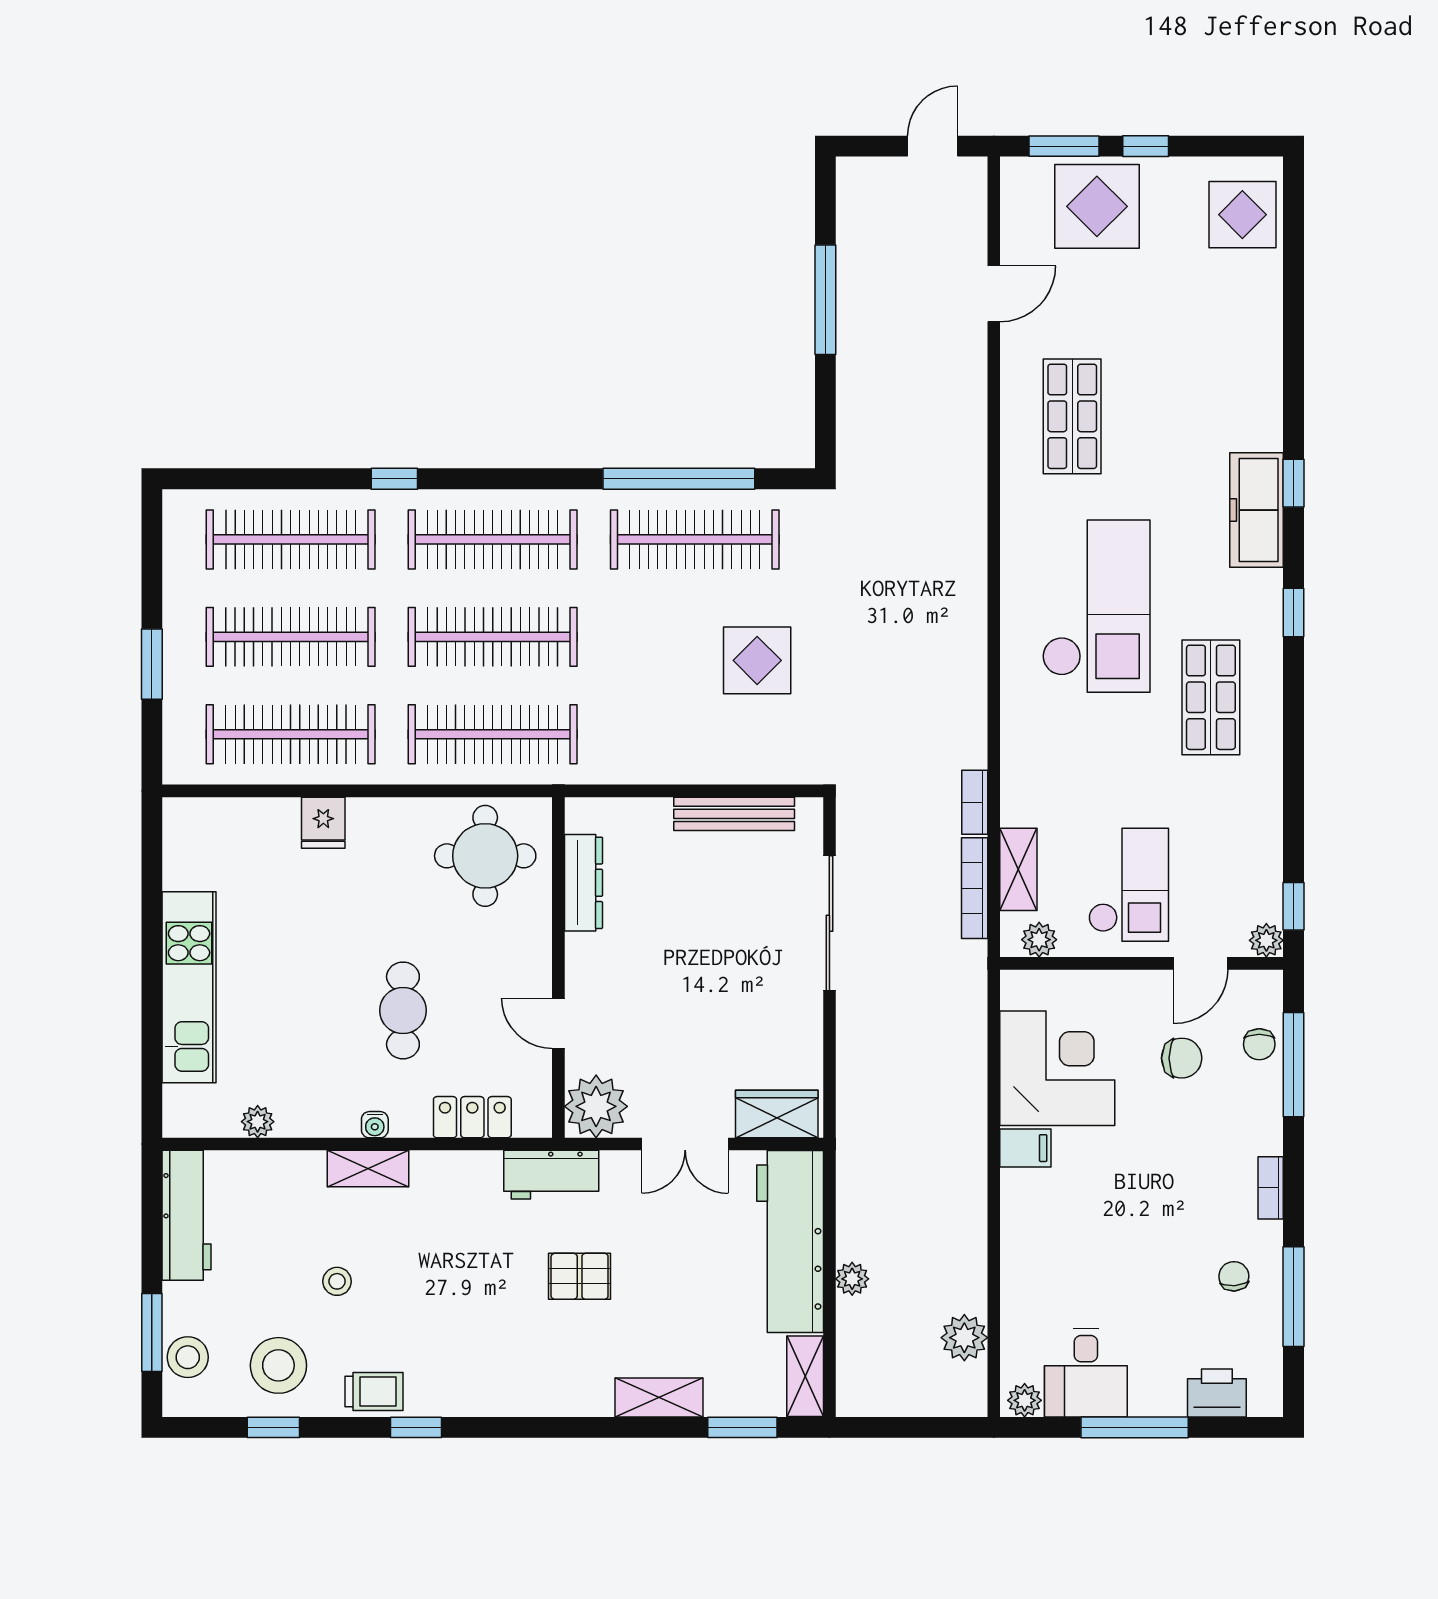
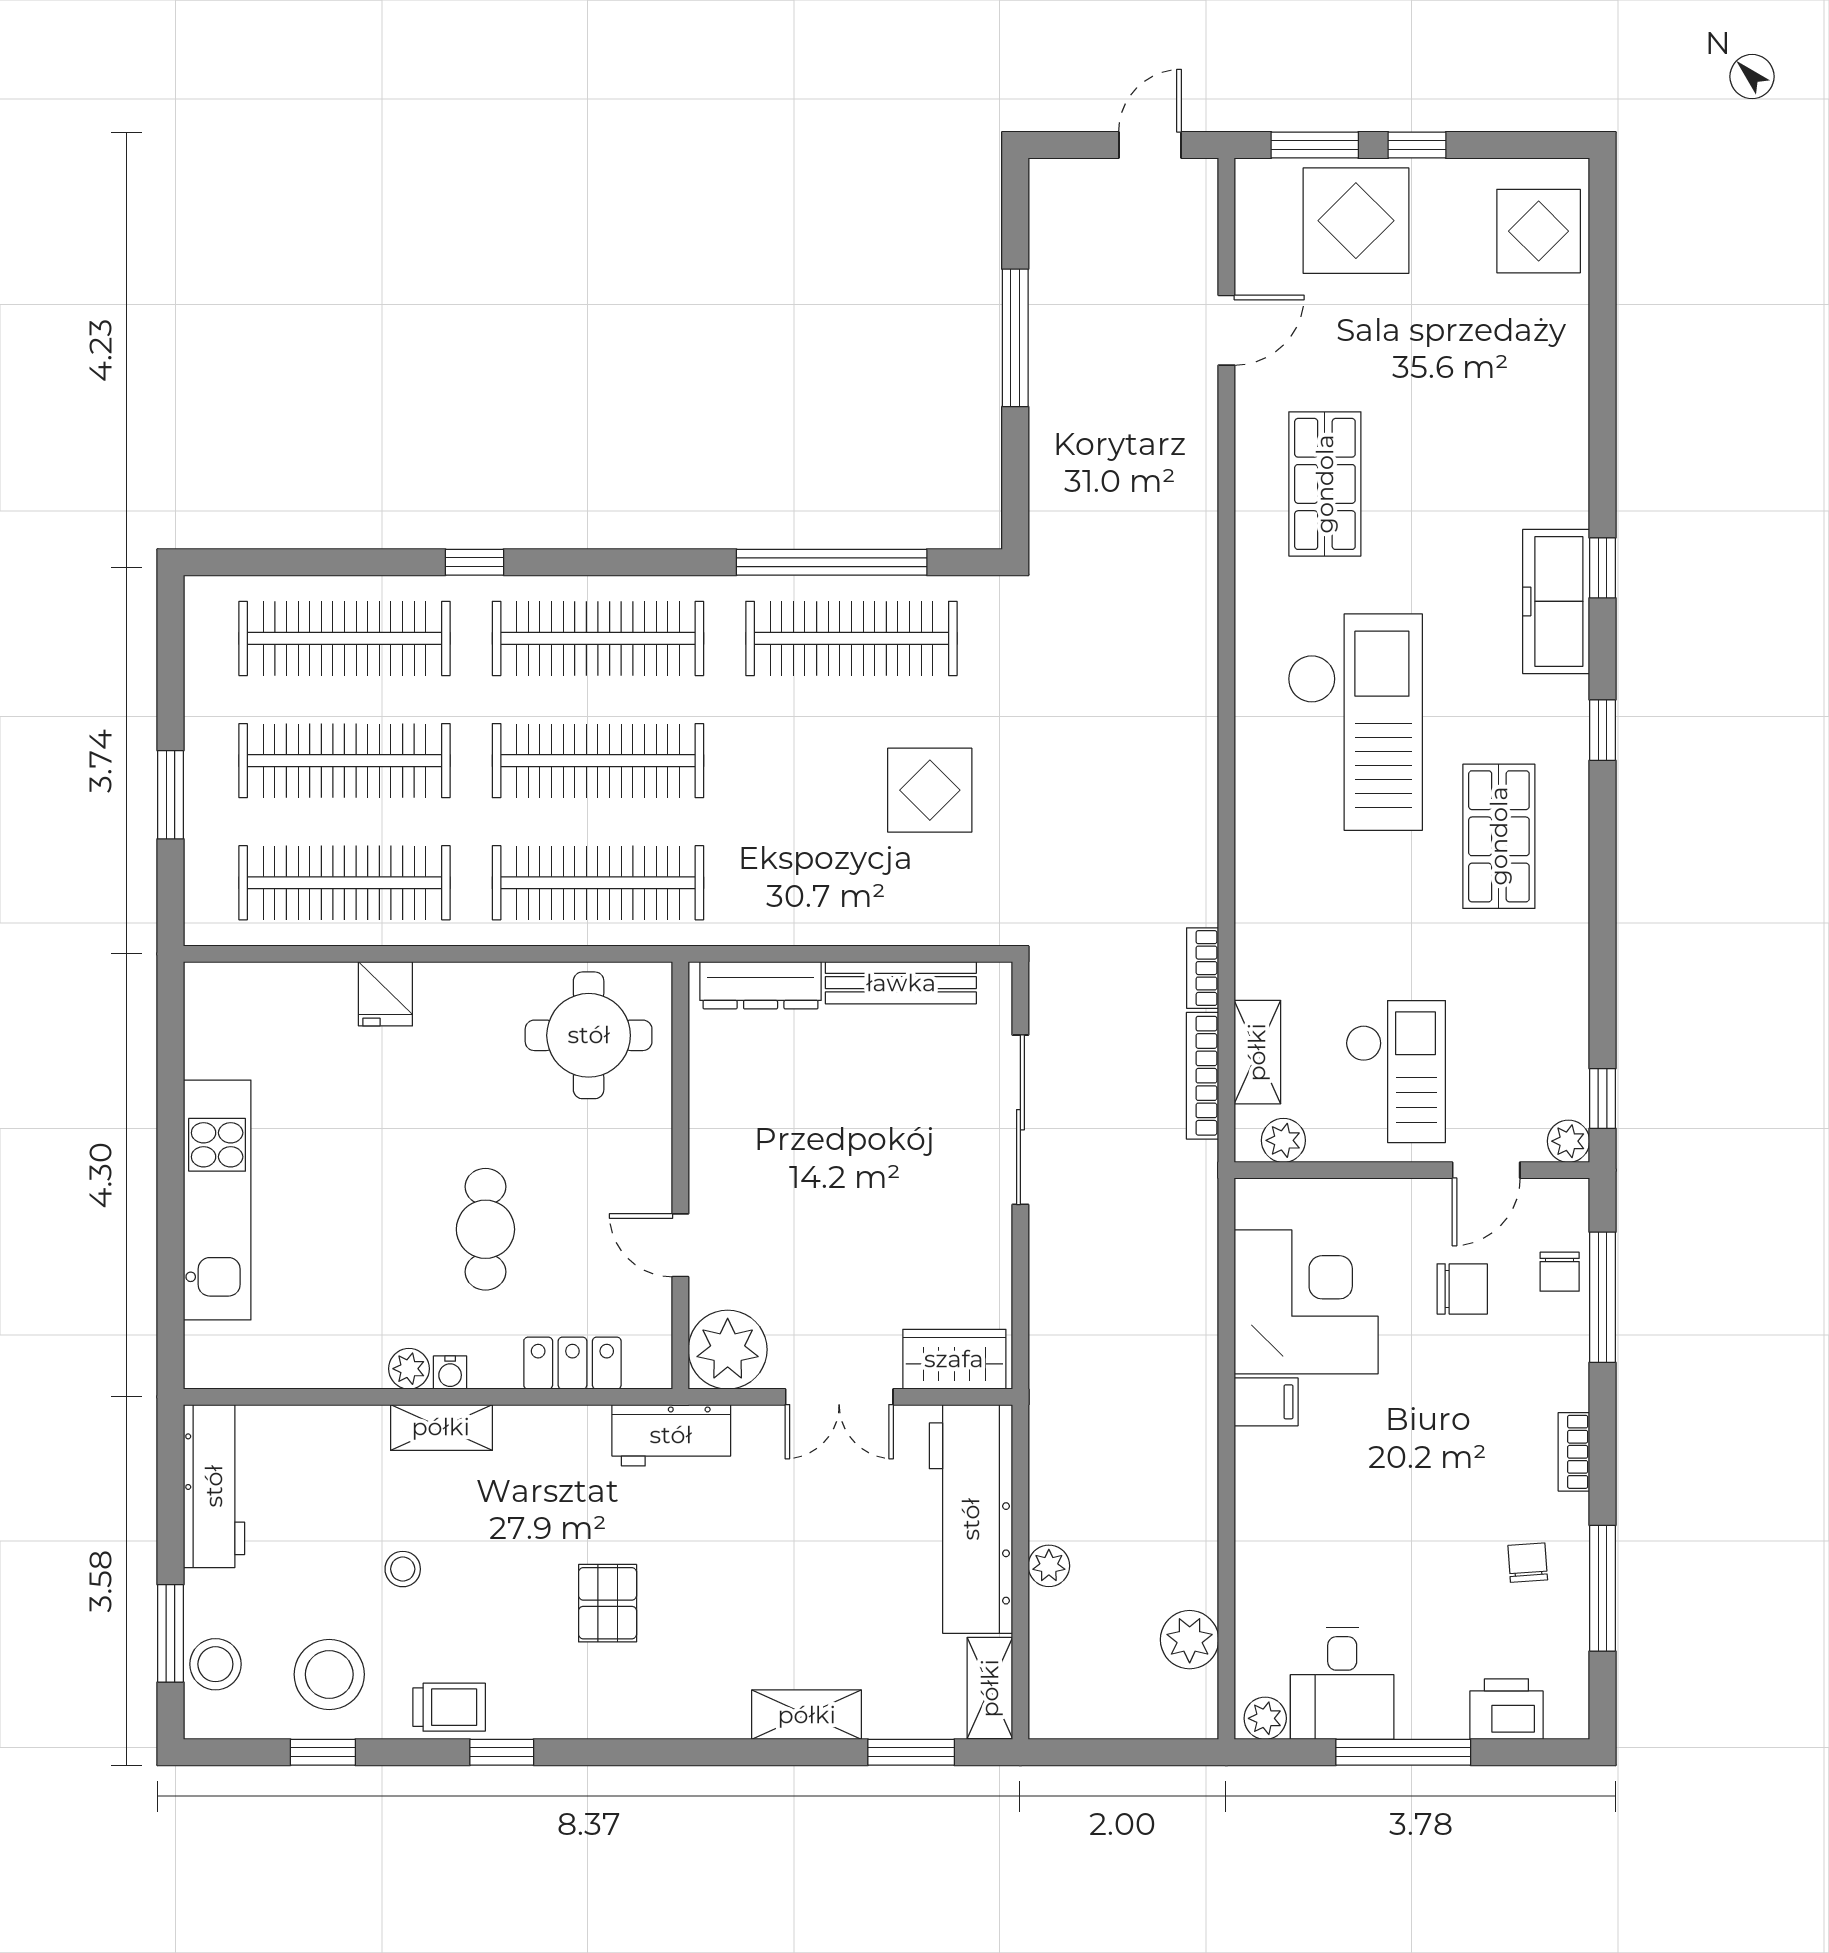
dresser: (583, 883) -> (761, 985), moved, turned 90
plant: (258, 1122) -> (409, 1369), moved
pallet: (580, 1276) -> (608, 1603), moved, turned 90

